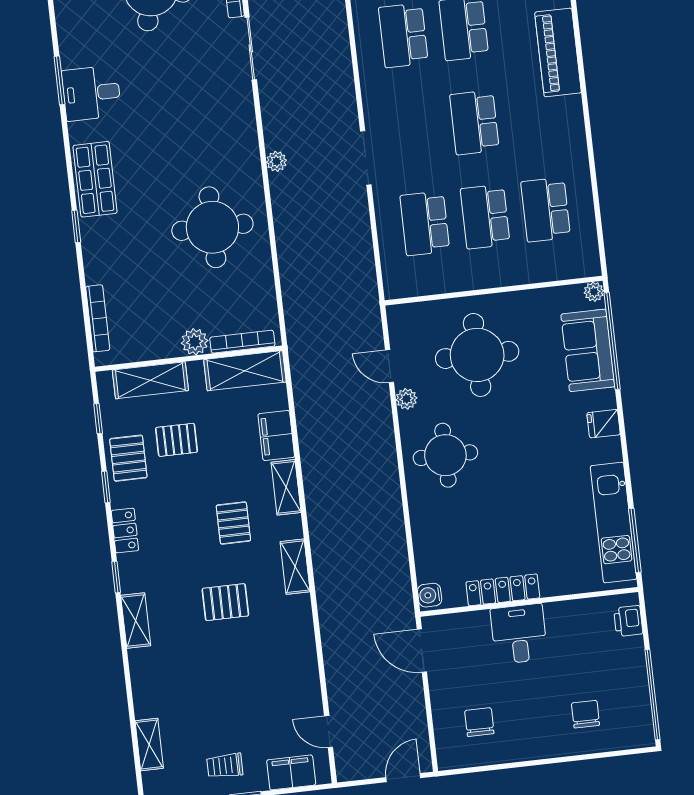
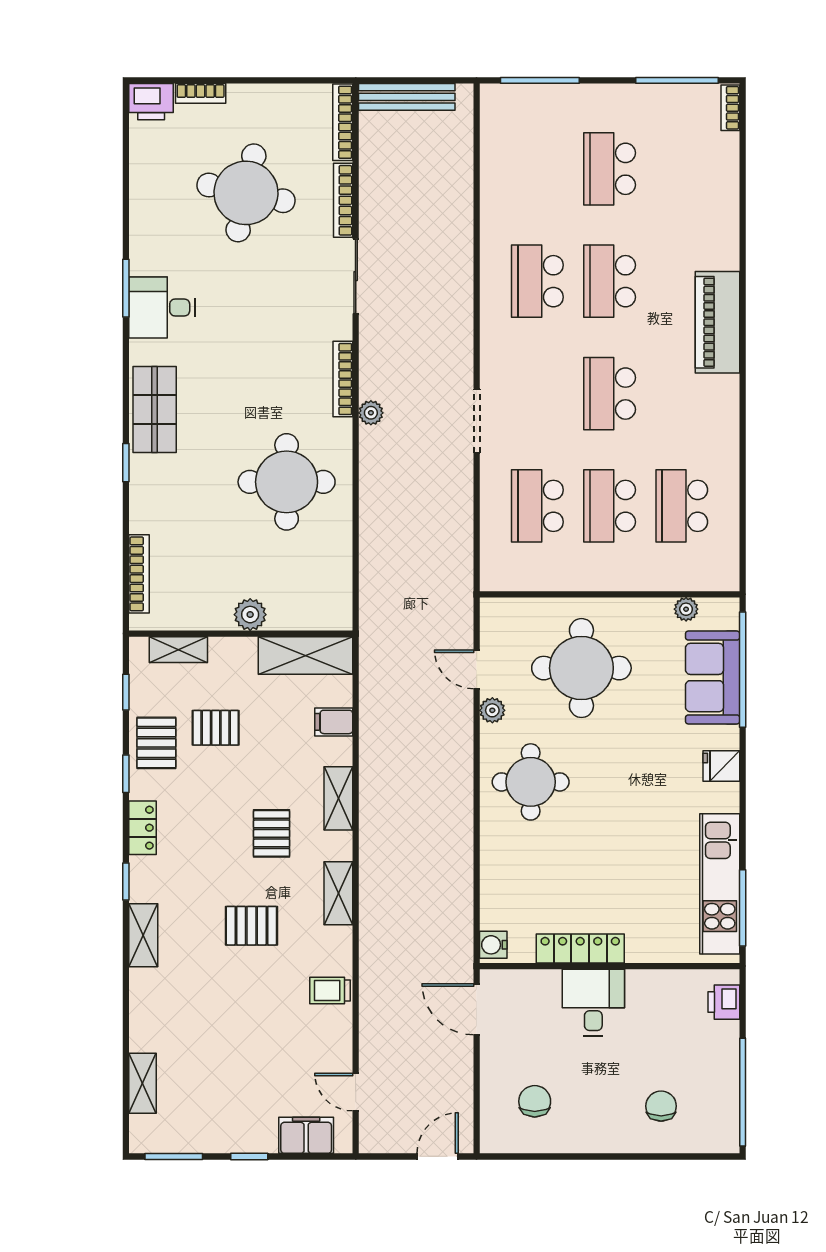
plant: (594, 292) -> (686, 609), moved
bookcase: (242, 342) -> (343, 379), moved, turned -90
shelving: (150, 380) -> (178, 650), width x0.67, depth x0.75
filing cabinet: (276, 436) -> (334, 722), width x0.50
trolley: (225, 766) -> (330, 990), moved

